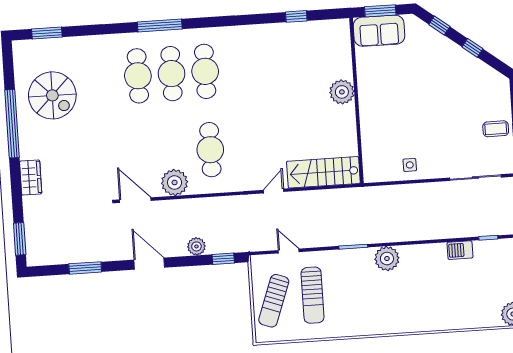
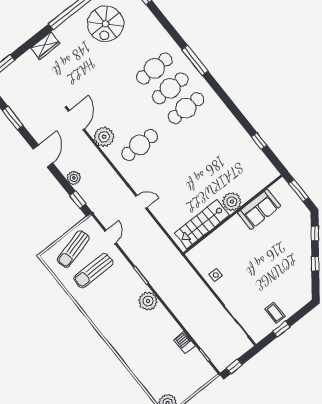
sofa: (379, 31) -> (259, 209), moved, turned -90
stairs: (323, 172) -> (202, 224), moved, turned -90
sun lounger: (274, 301) -> (73, 249), turned -35

